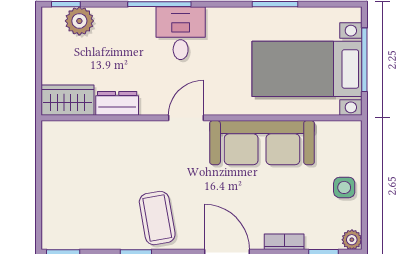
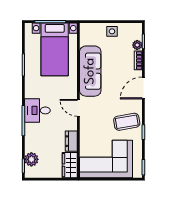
corner sofa: (80, 175) -> (106, 159), added
plant: (352, 240) -> (137, 45), moved

